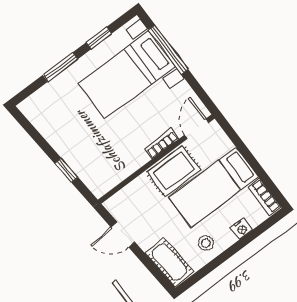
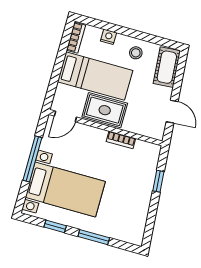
window: (168, 50) -> (32, 159), moved
bookcase: (162, 144) -> (121, 140), moved

